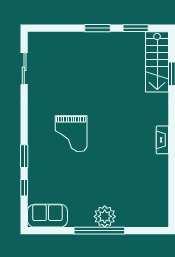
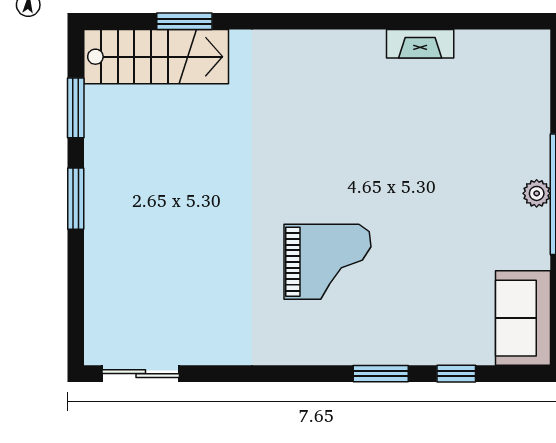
sliding door: (24, 69) -> (141, 374), moved
fireplace: (162, 140) -> (420, 44), moved
plant: (105, 216) -> (537, 193), width x0.53, depth x0.53

